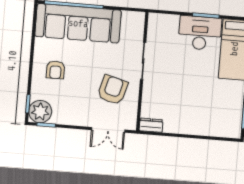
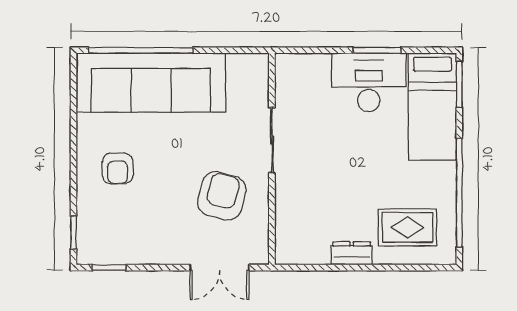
plant: (40, 112) -> (96, 245), removed
rug: (215, 116) -> (407, 227), added
dresser: (151, 125) -> (352, 253), moved

